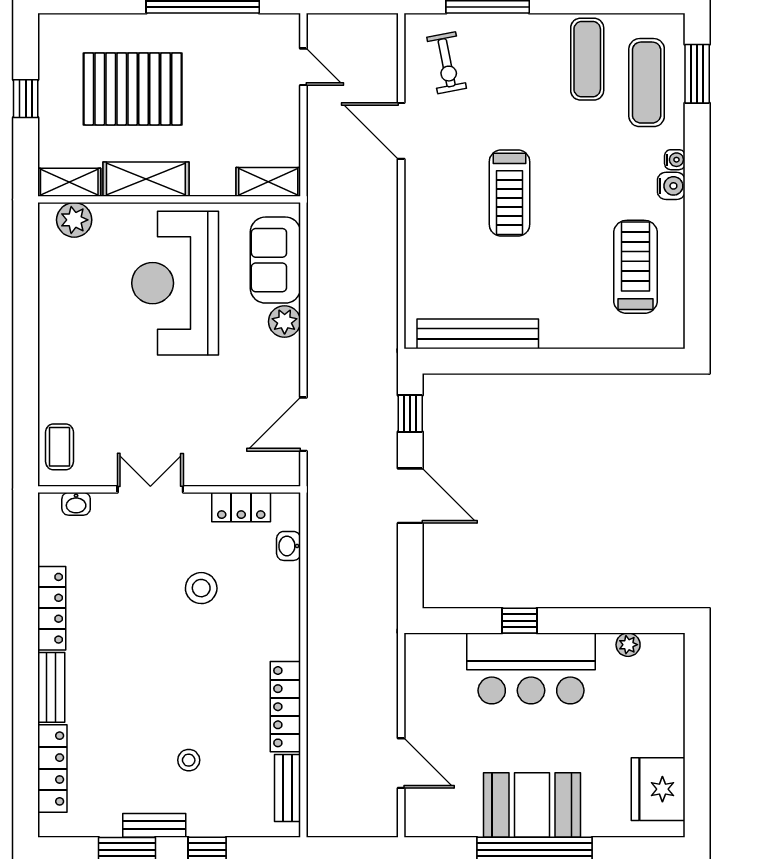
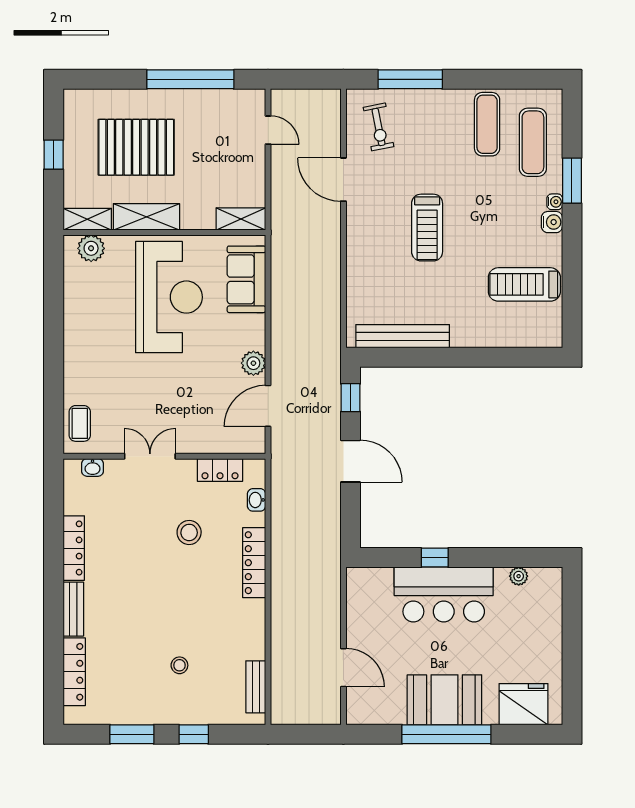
window: (697, 74) -> (572, 181), moved
treadmill: (636, 267) -> (524, 284), turned -90
reception desk: (175, 283) -> (169, 297), turned 180
plant: (285, 322) -> (253, 363), moved
locker: (285, 707) -> (254, 563), moved
fridge: (658, 789) -> (523, 704), moved, turned 90
bench: (154, 825) -> (153, 716), removed

